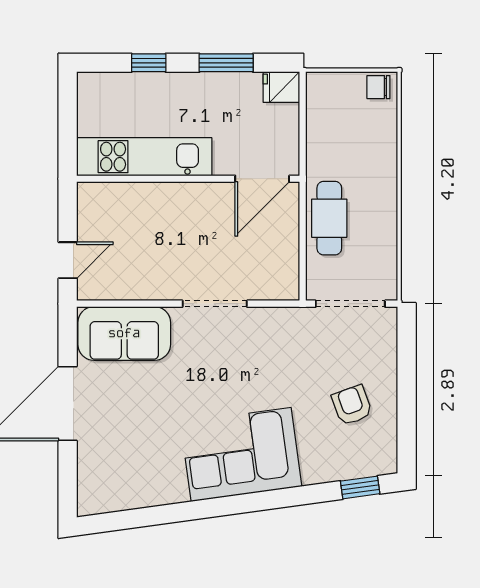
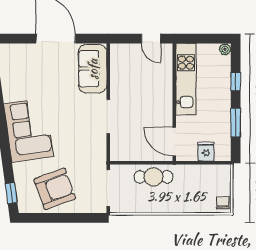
plant: (88, 83) -> (225, 49), added
fridge: (281, 87) -> (206, 152), moved
door: (68, 260) -> (151, 39), moved
armchair: (352, 405) -> (55, 189), width x1.88, depth x1.88

